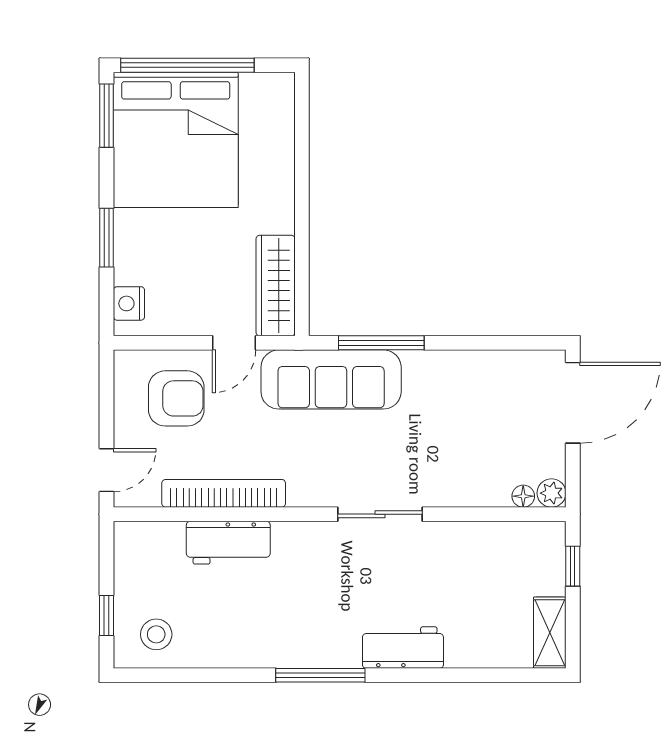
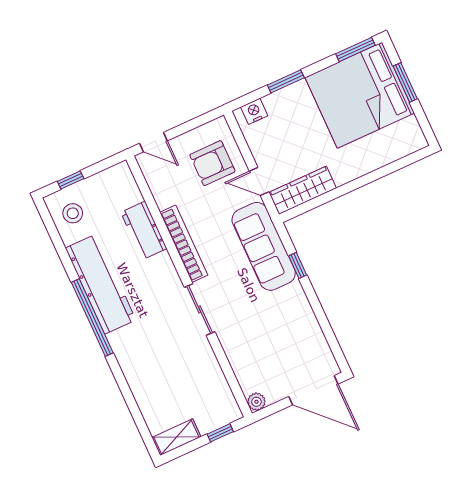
window: (187, 65) -> (405, 82), width x0.47
window: (381, 343) -> (298, 265), width x0.46
armchair: (176, 398) -> (212, 163), turned 90
bookcase: (224, 493) -> (184, 244), moved
floor lamp: (523, 496) -> (247, 386), removed
workbench: (403, 648) -> (101, 284), moved, width x1.88, depth x1.32
window: (320, 675) -> (92, 318), width x1.46

